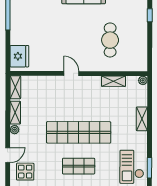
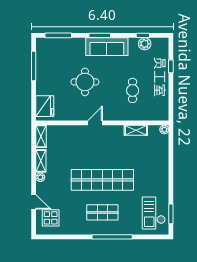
round table: (61, 31) -> (85, 82), added
cafe table: (110, 40) -> (133, 90), width x0.73, depth x0.74
door: (71, 73) -> (95, 123), hinge flipped
shelving: (142, 119) -> (163, 167), removed
door: (8, 155) -> (34, 202), hinge flipped

